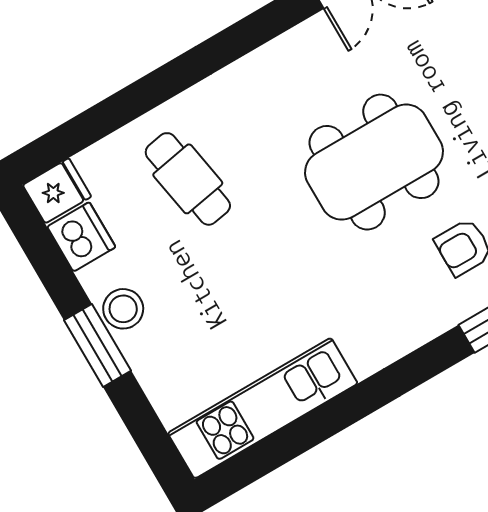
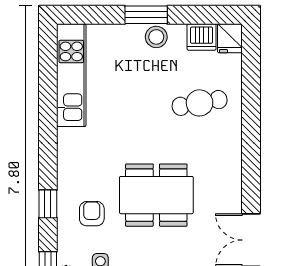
dining table: (374, 162) -> (156, 195), turned 90

